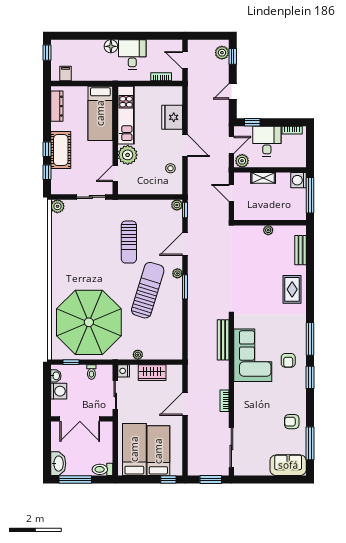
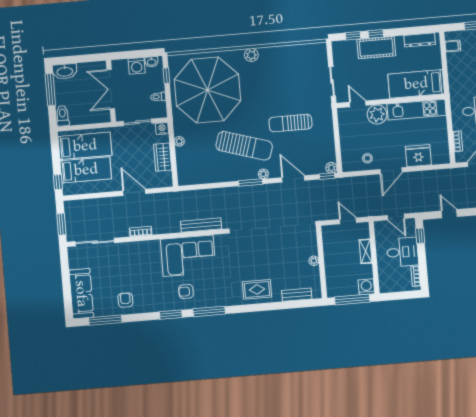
plant: (242, 161) -> (381, 229), removed
door: (231, 193) -> (348, 221), hinge flipped
plant: (57, 206) -> (251, 55), moved
sofa: (288, 465) -> (81, 294), width x1.36

